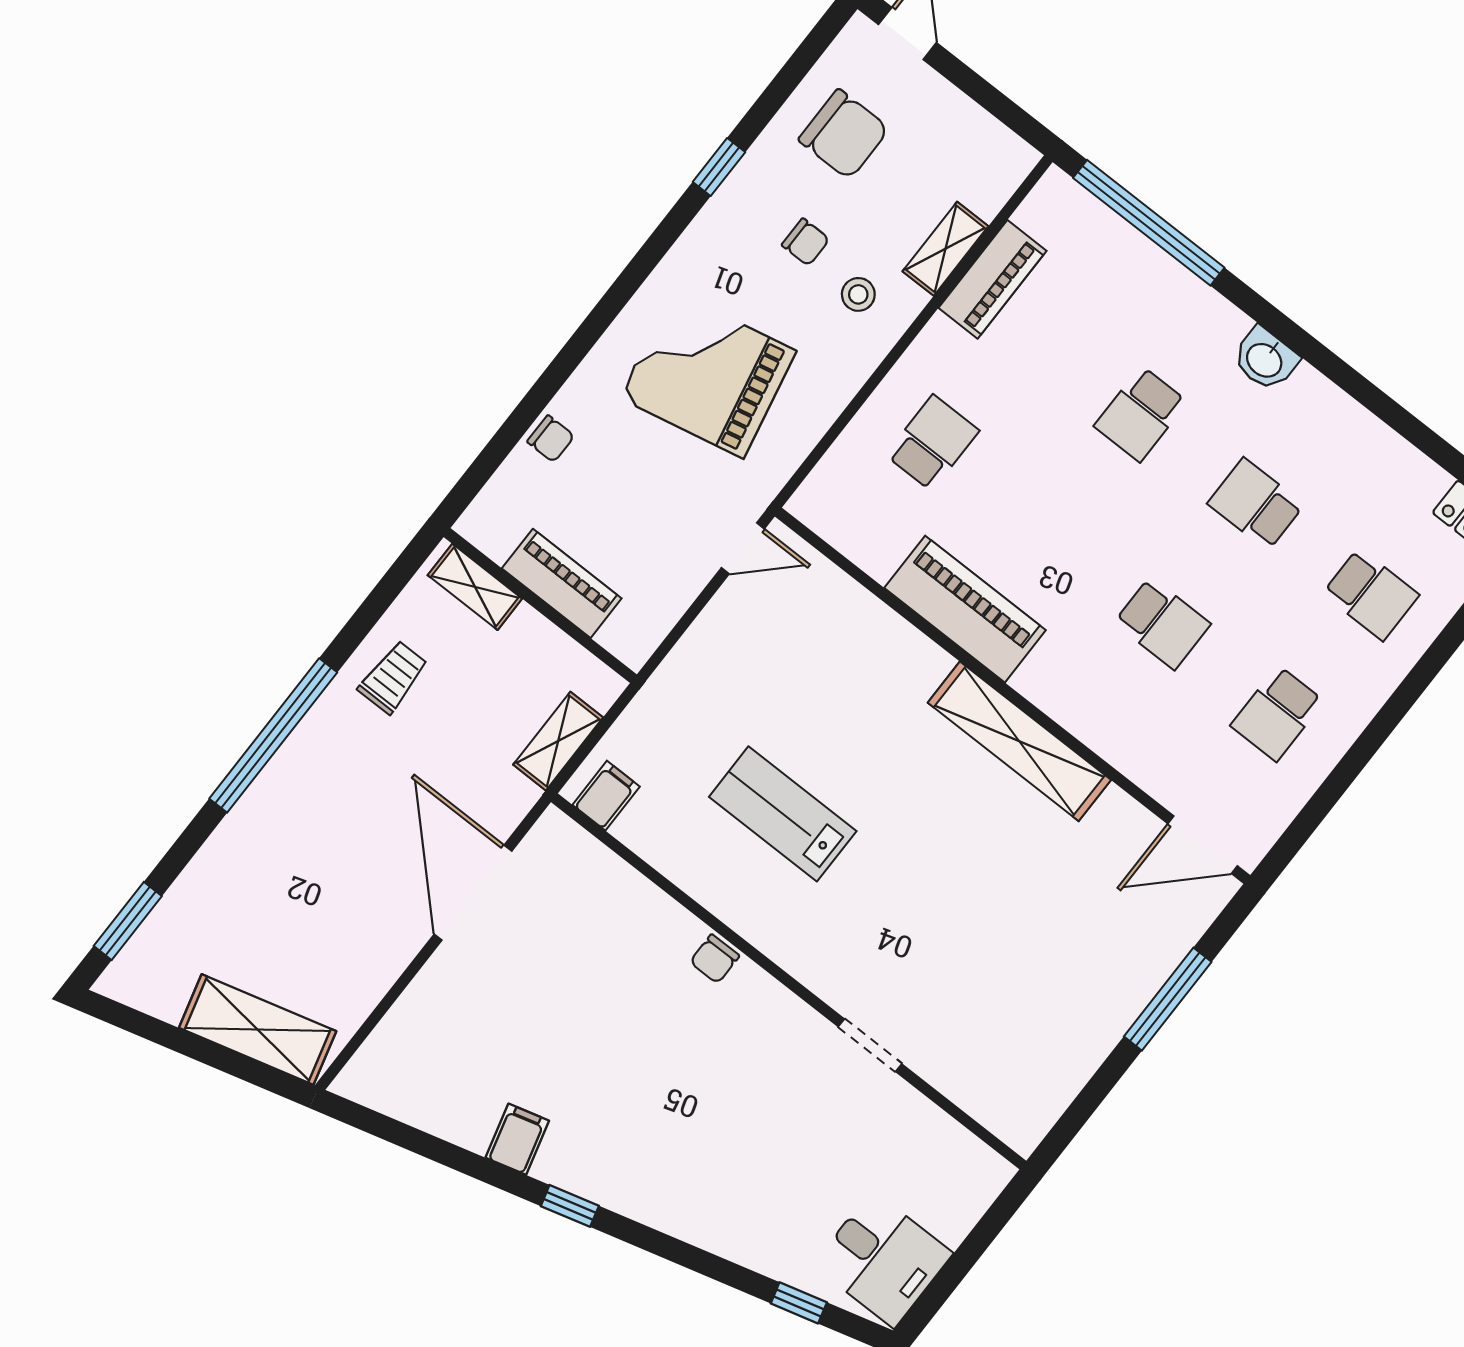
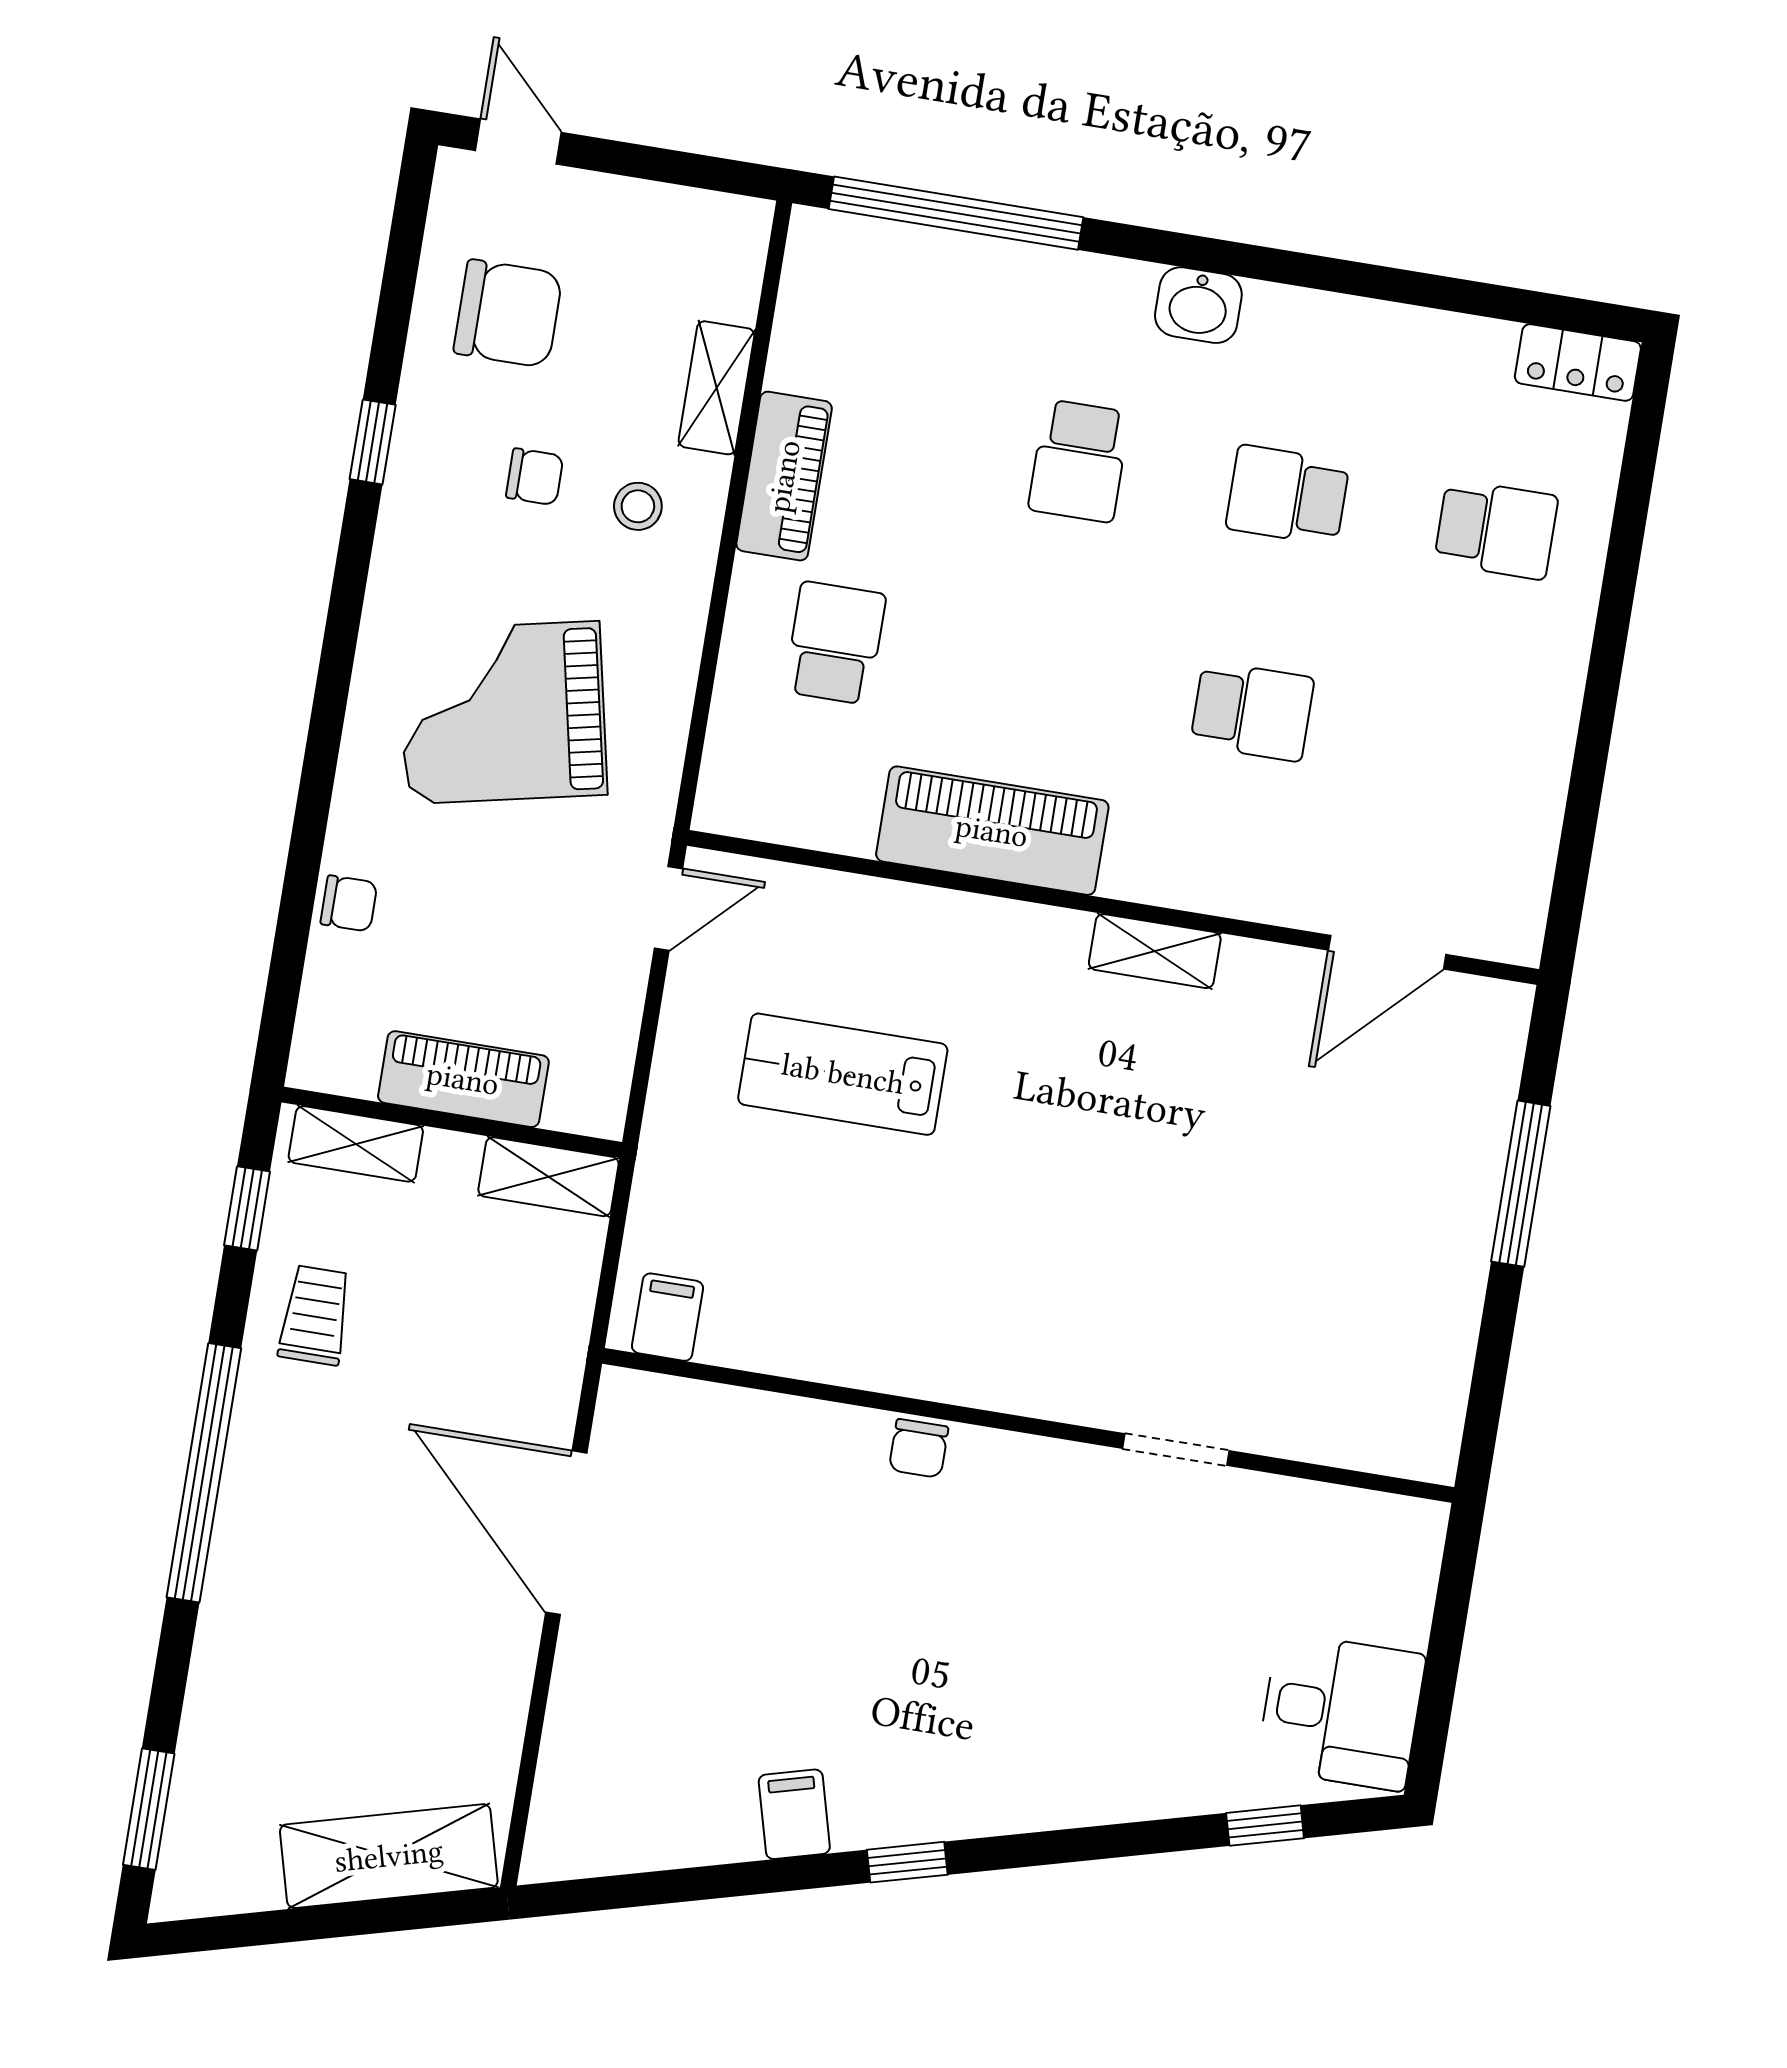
piano: (992, 279) -> (784, 476), moved
window: (388, 590) -> (247, 1208), added
school desk: (1277, 713) -> (1461, 745), removed
shelving: (558, 741) -> (548, 1177), moved, turned 90
shelving: (1019, 741) -> (1155, 951), width x0.45, depth x0.75
lab bench: (783, 814) -> (843, 1074), moved
door: (1203, 845) -> (1387, 952), moved

